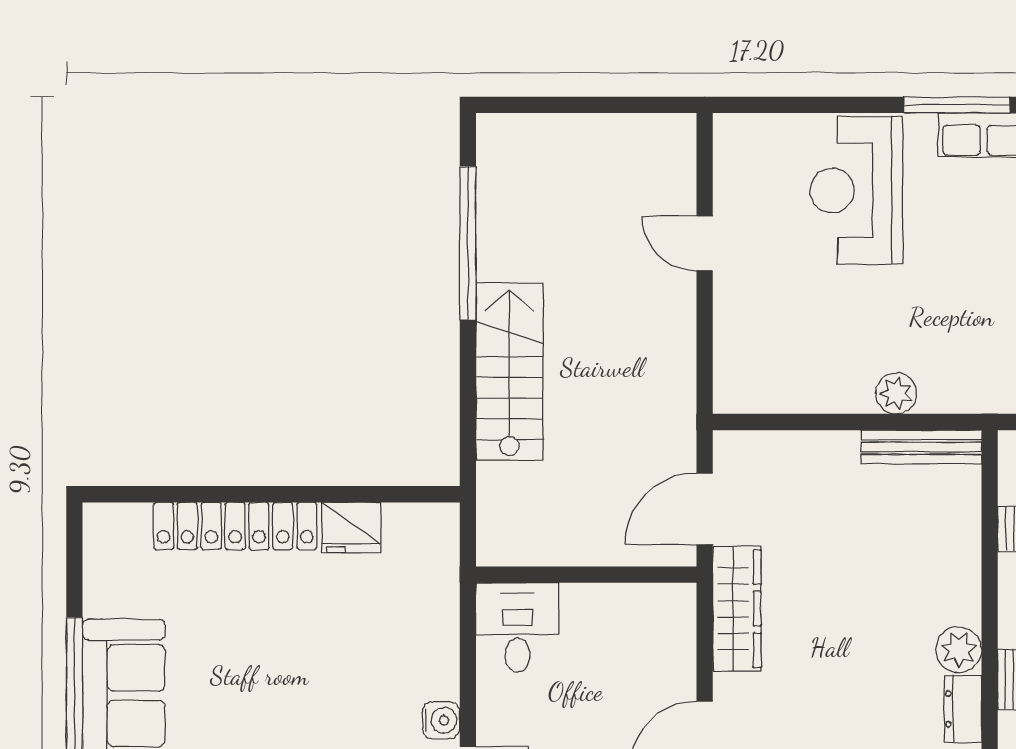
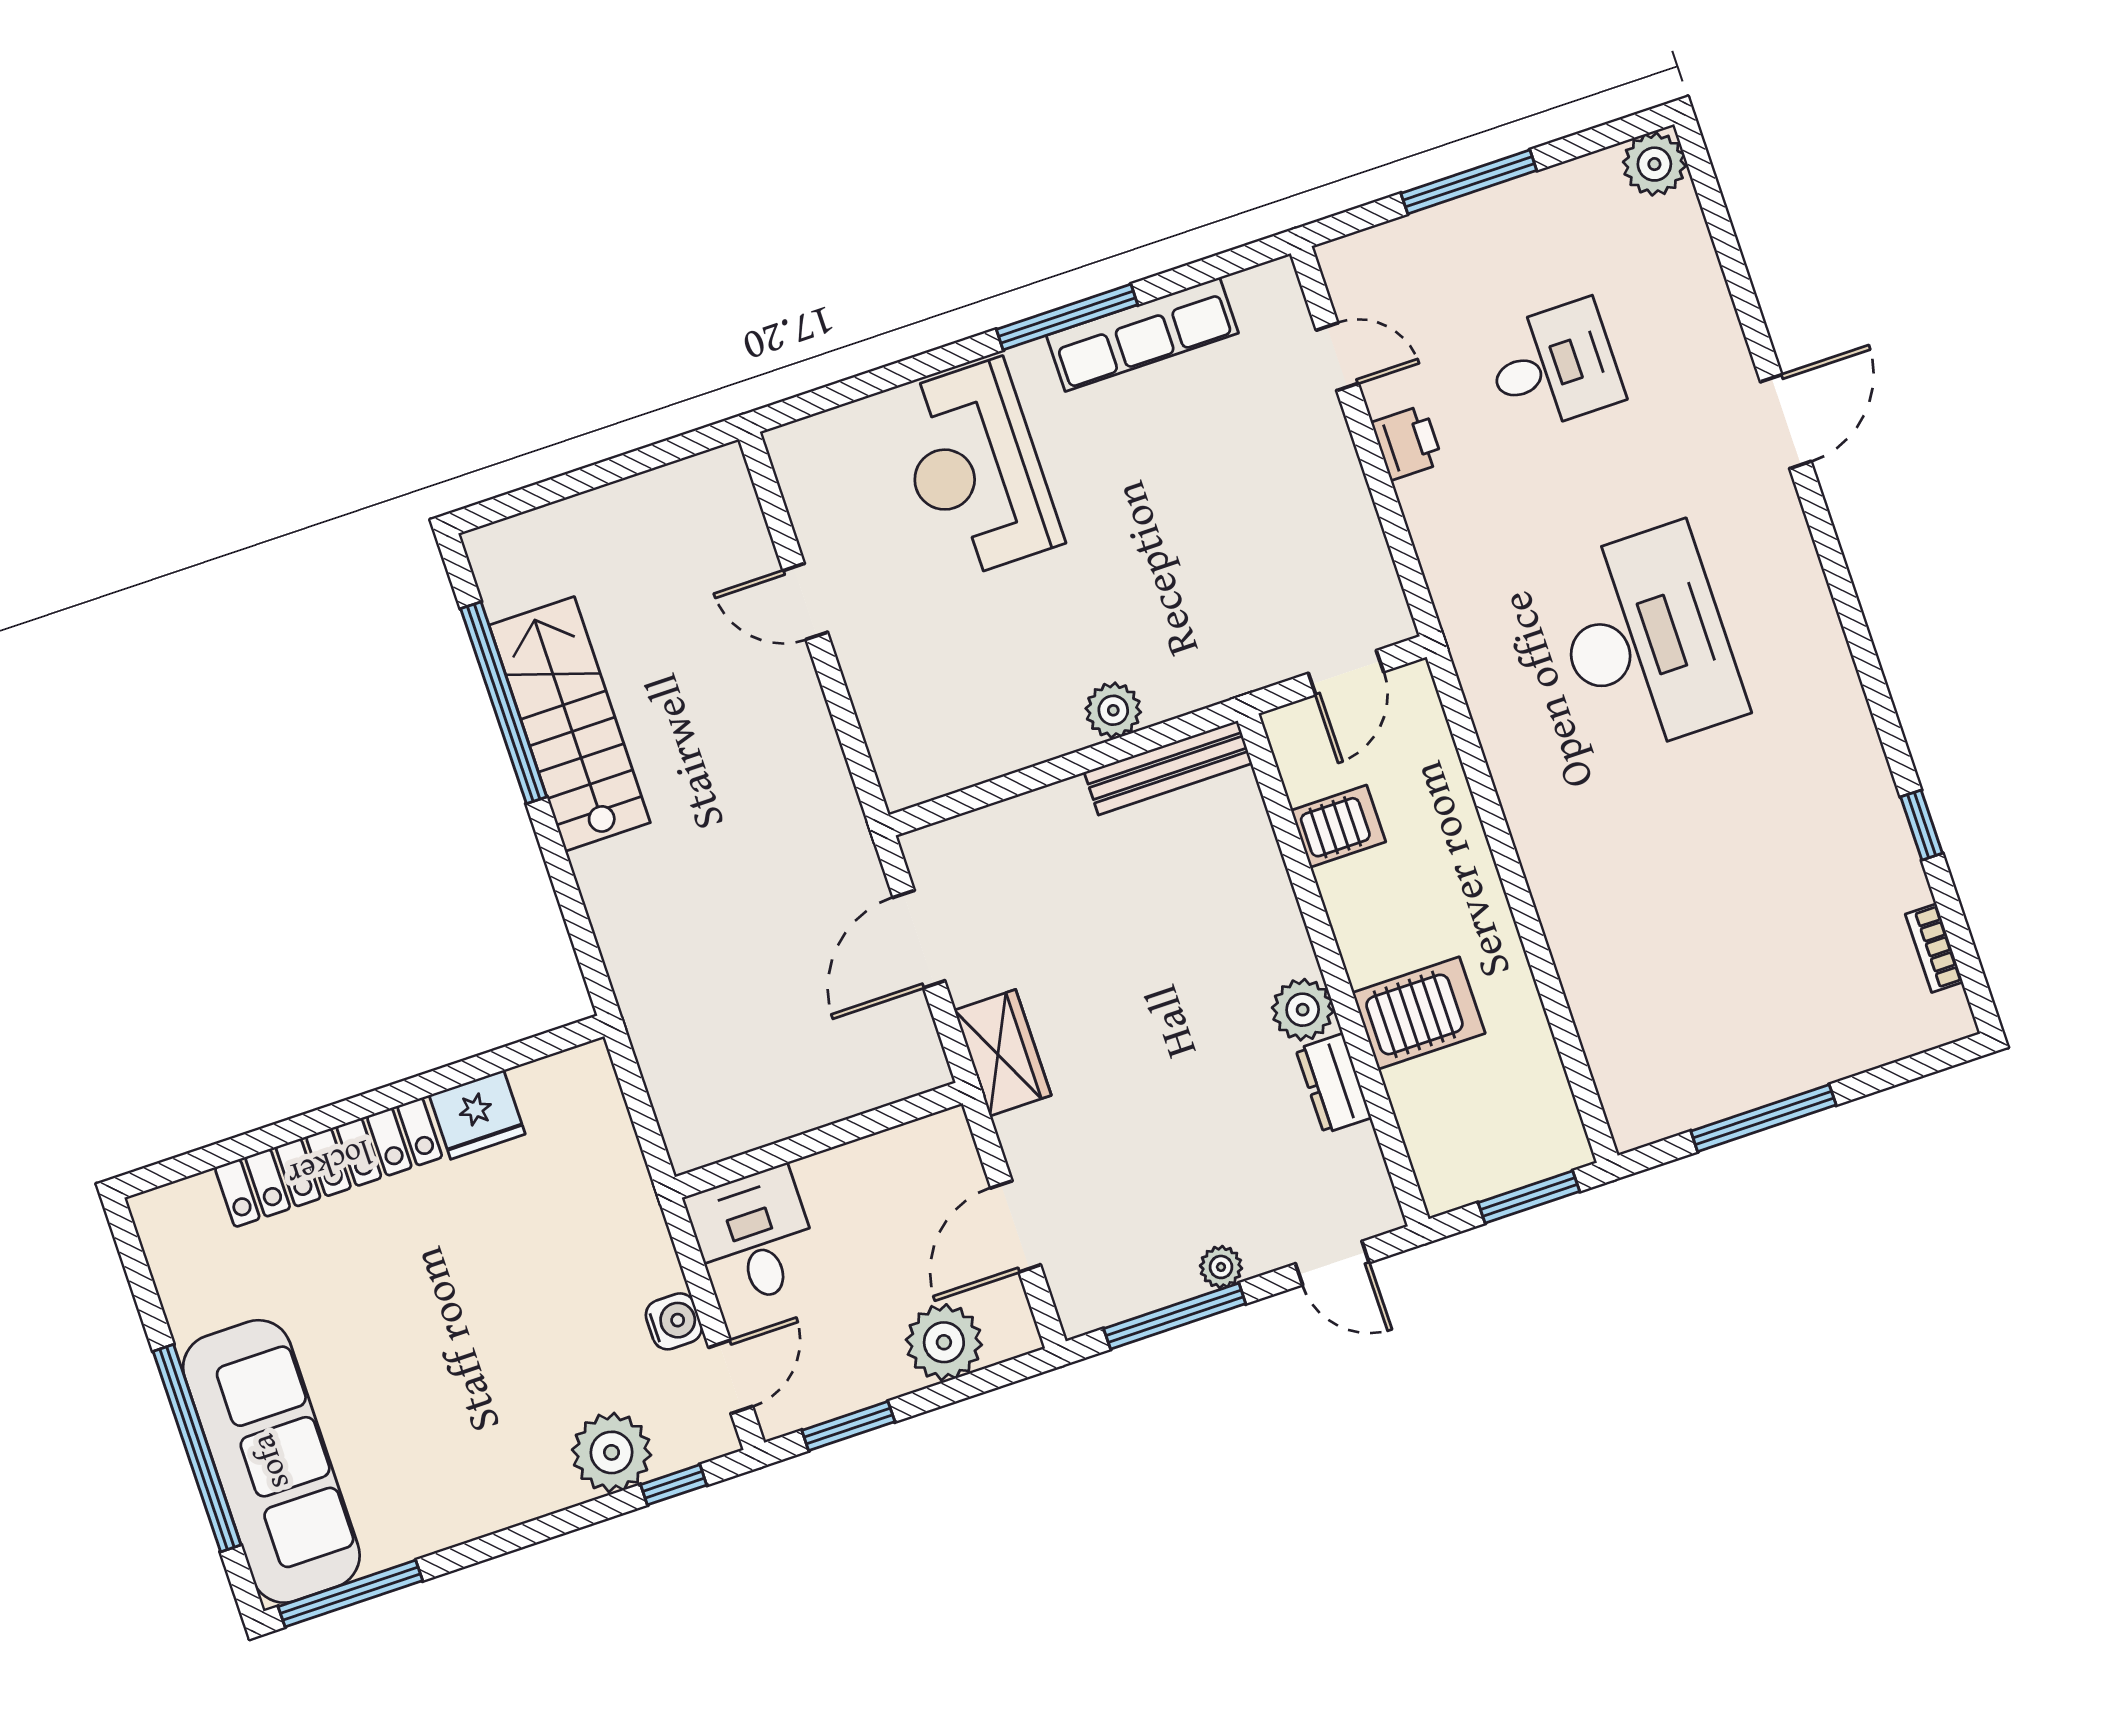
stairs: (509, 372) -> (570, 724), moved
wall: (586, 575) -> (819, 1140), moved
wardrobe: (737, 609) -> (1003, 1053), width x0.67
desk: (517, 627) -> (754, 1237), moved

